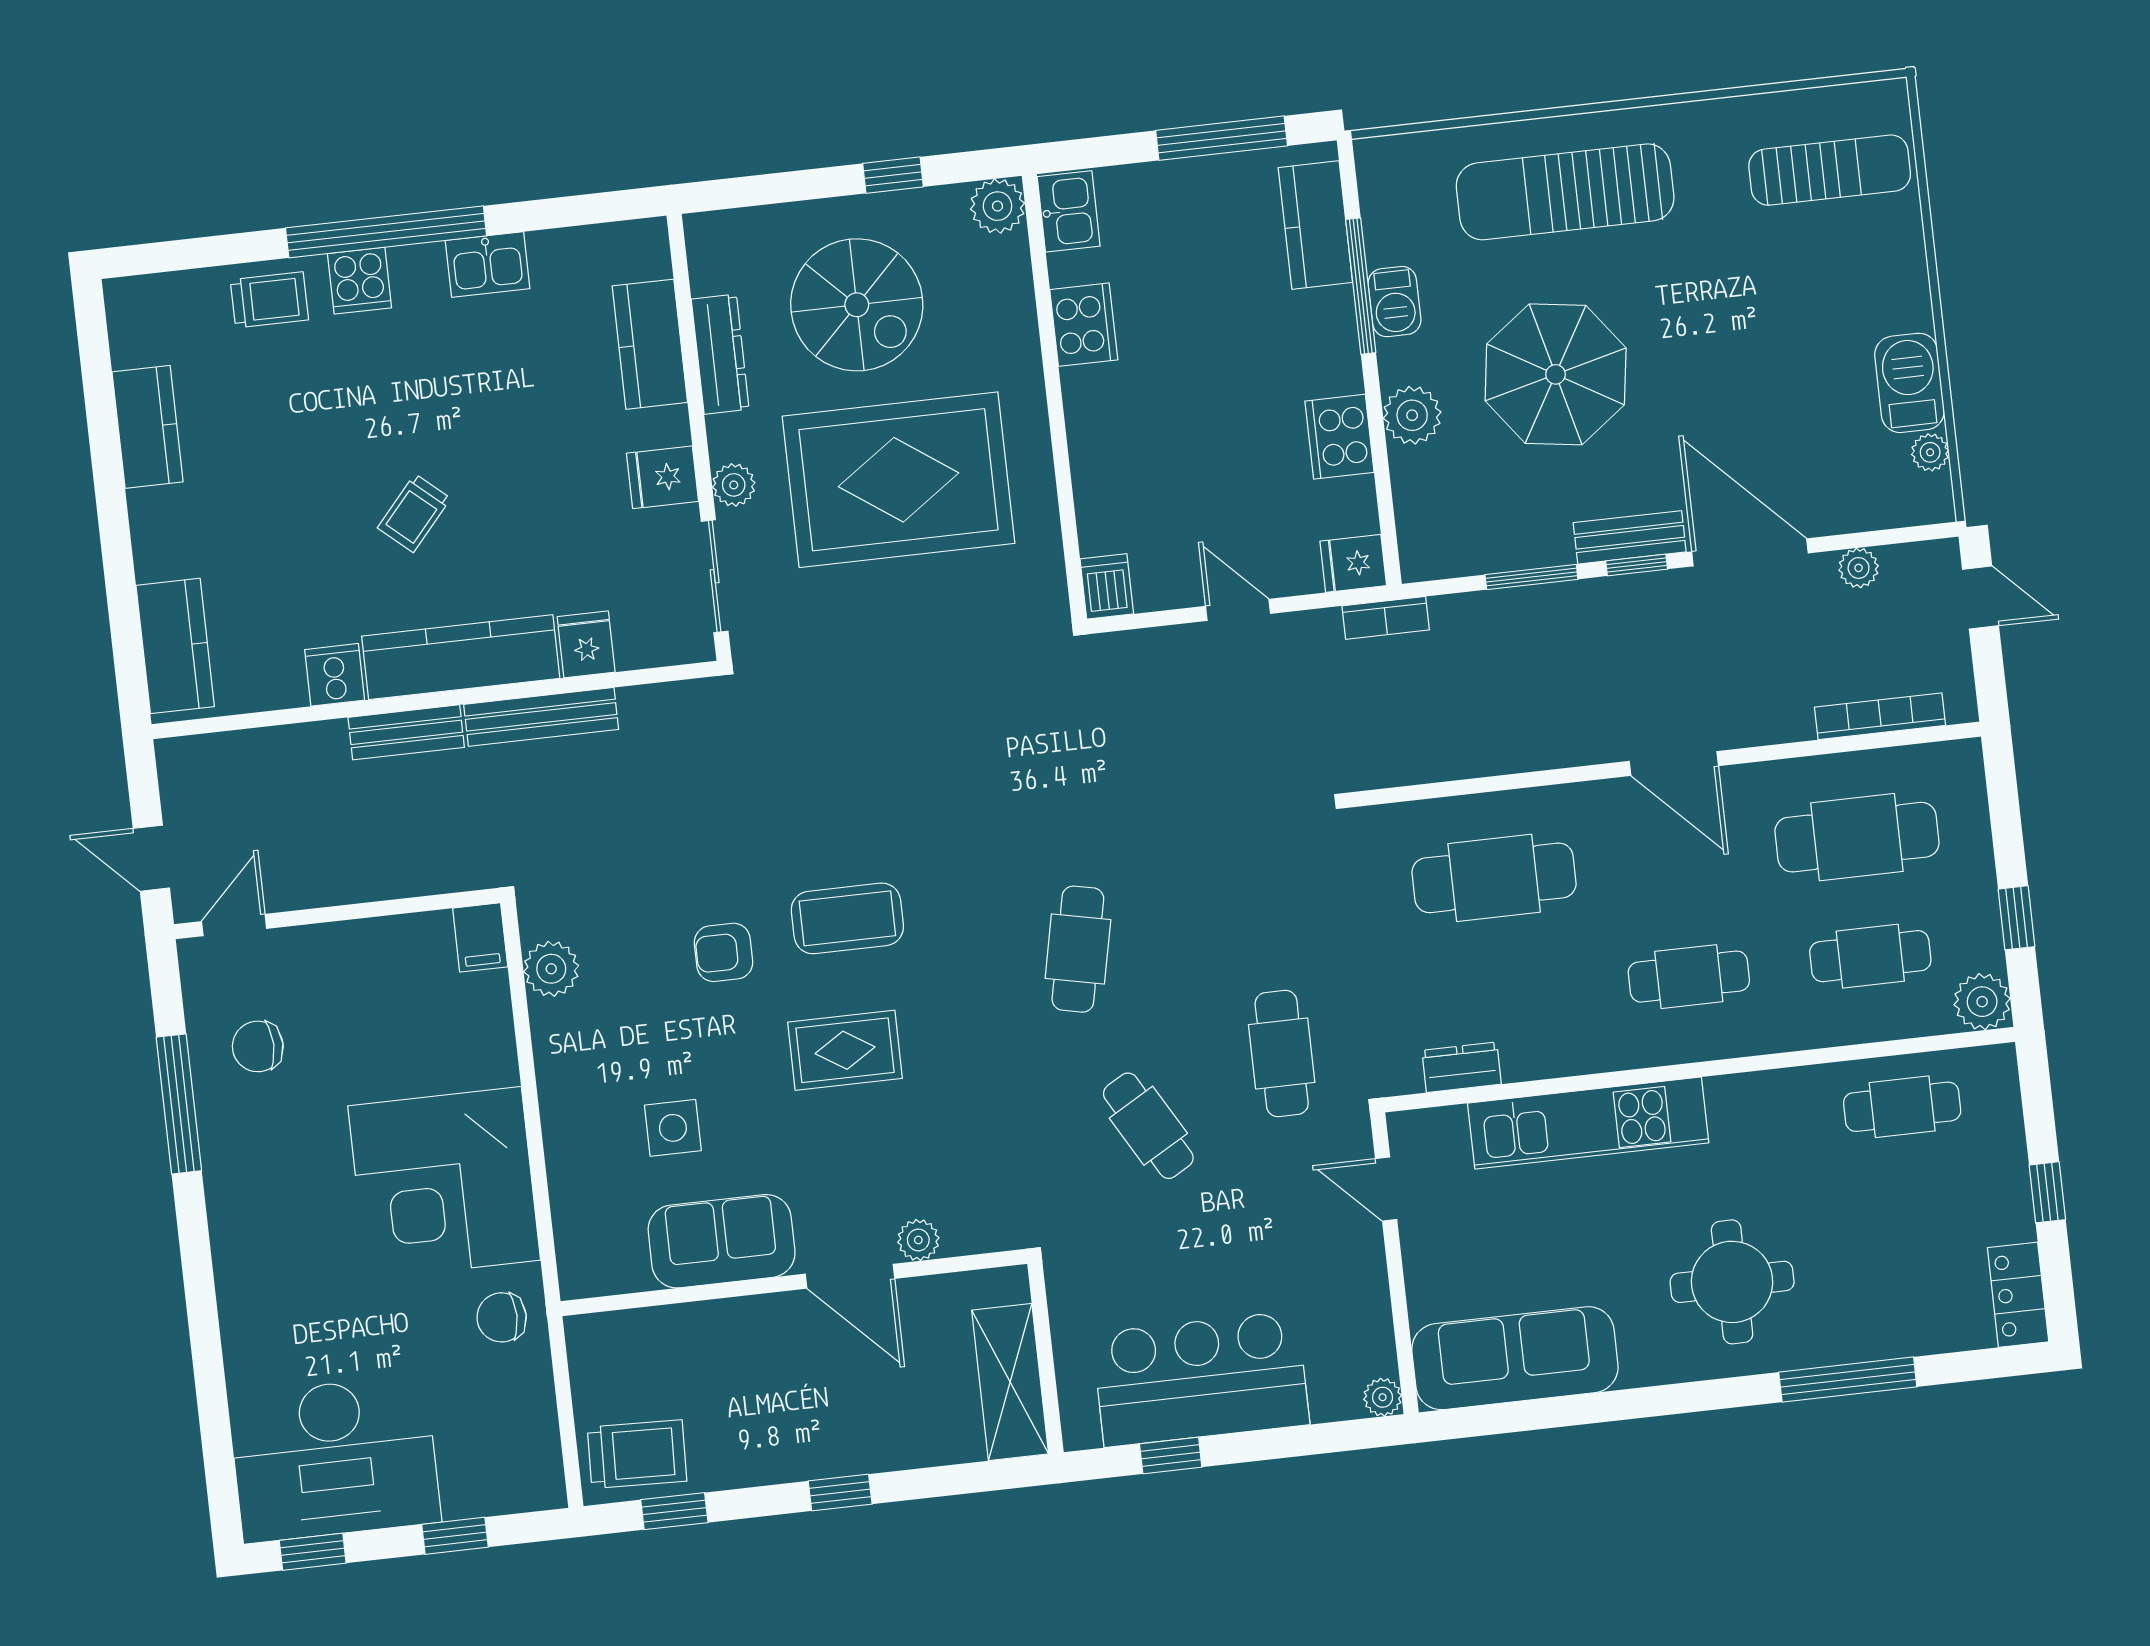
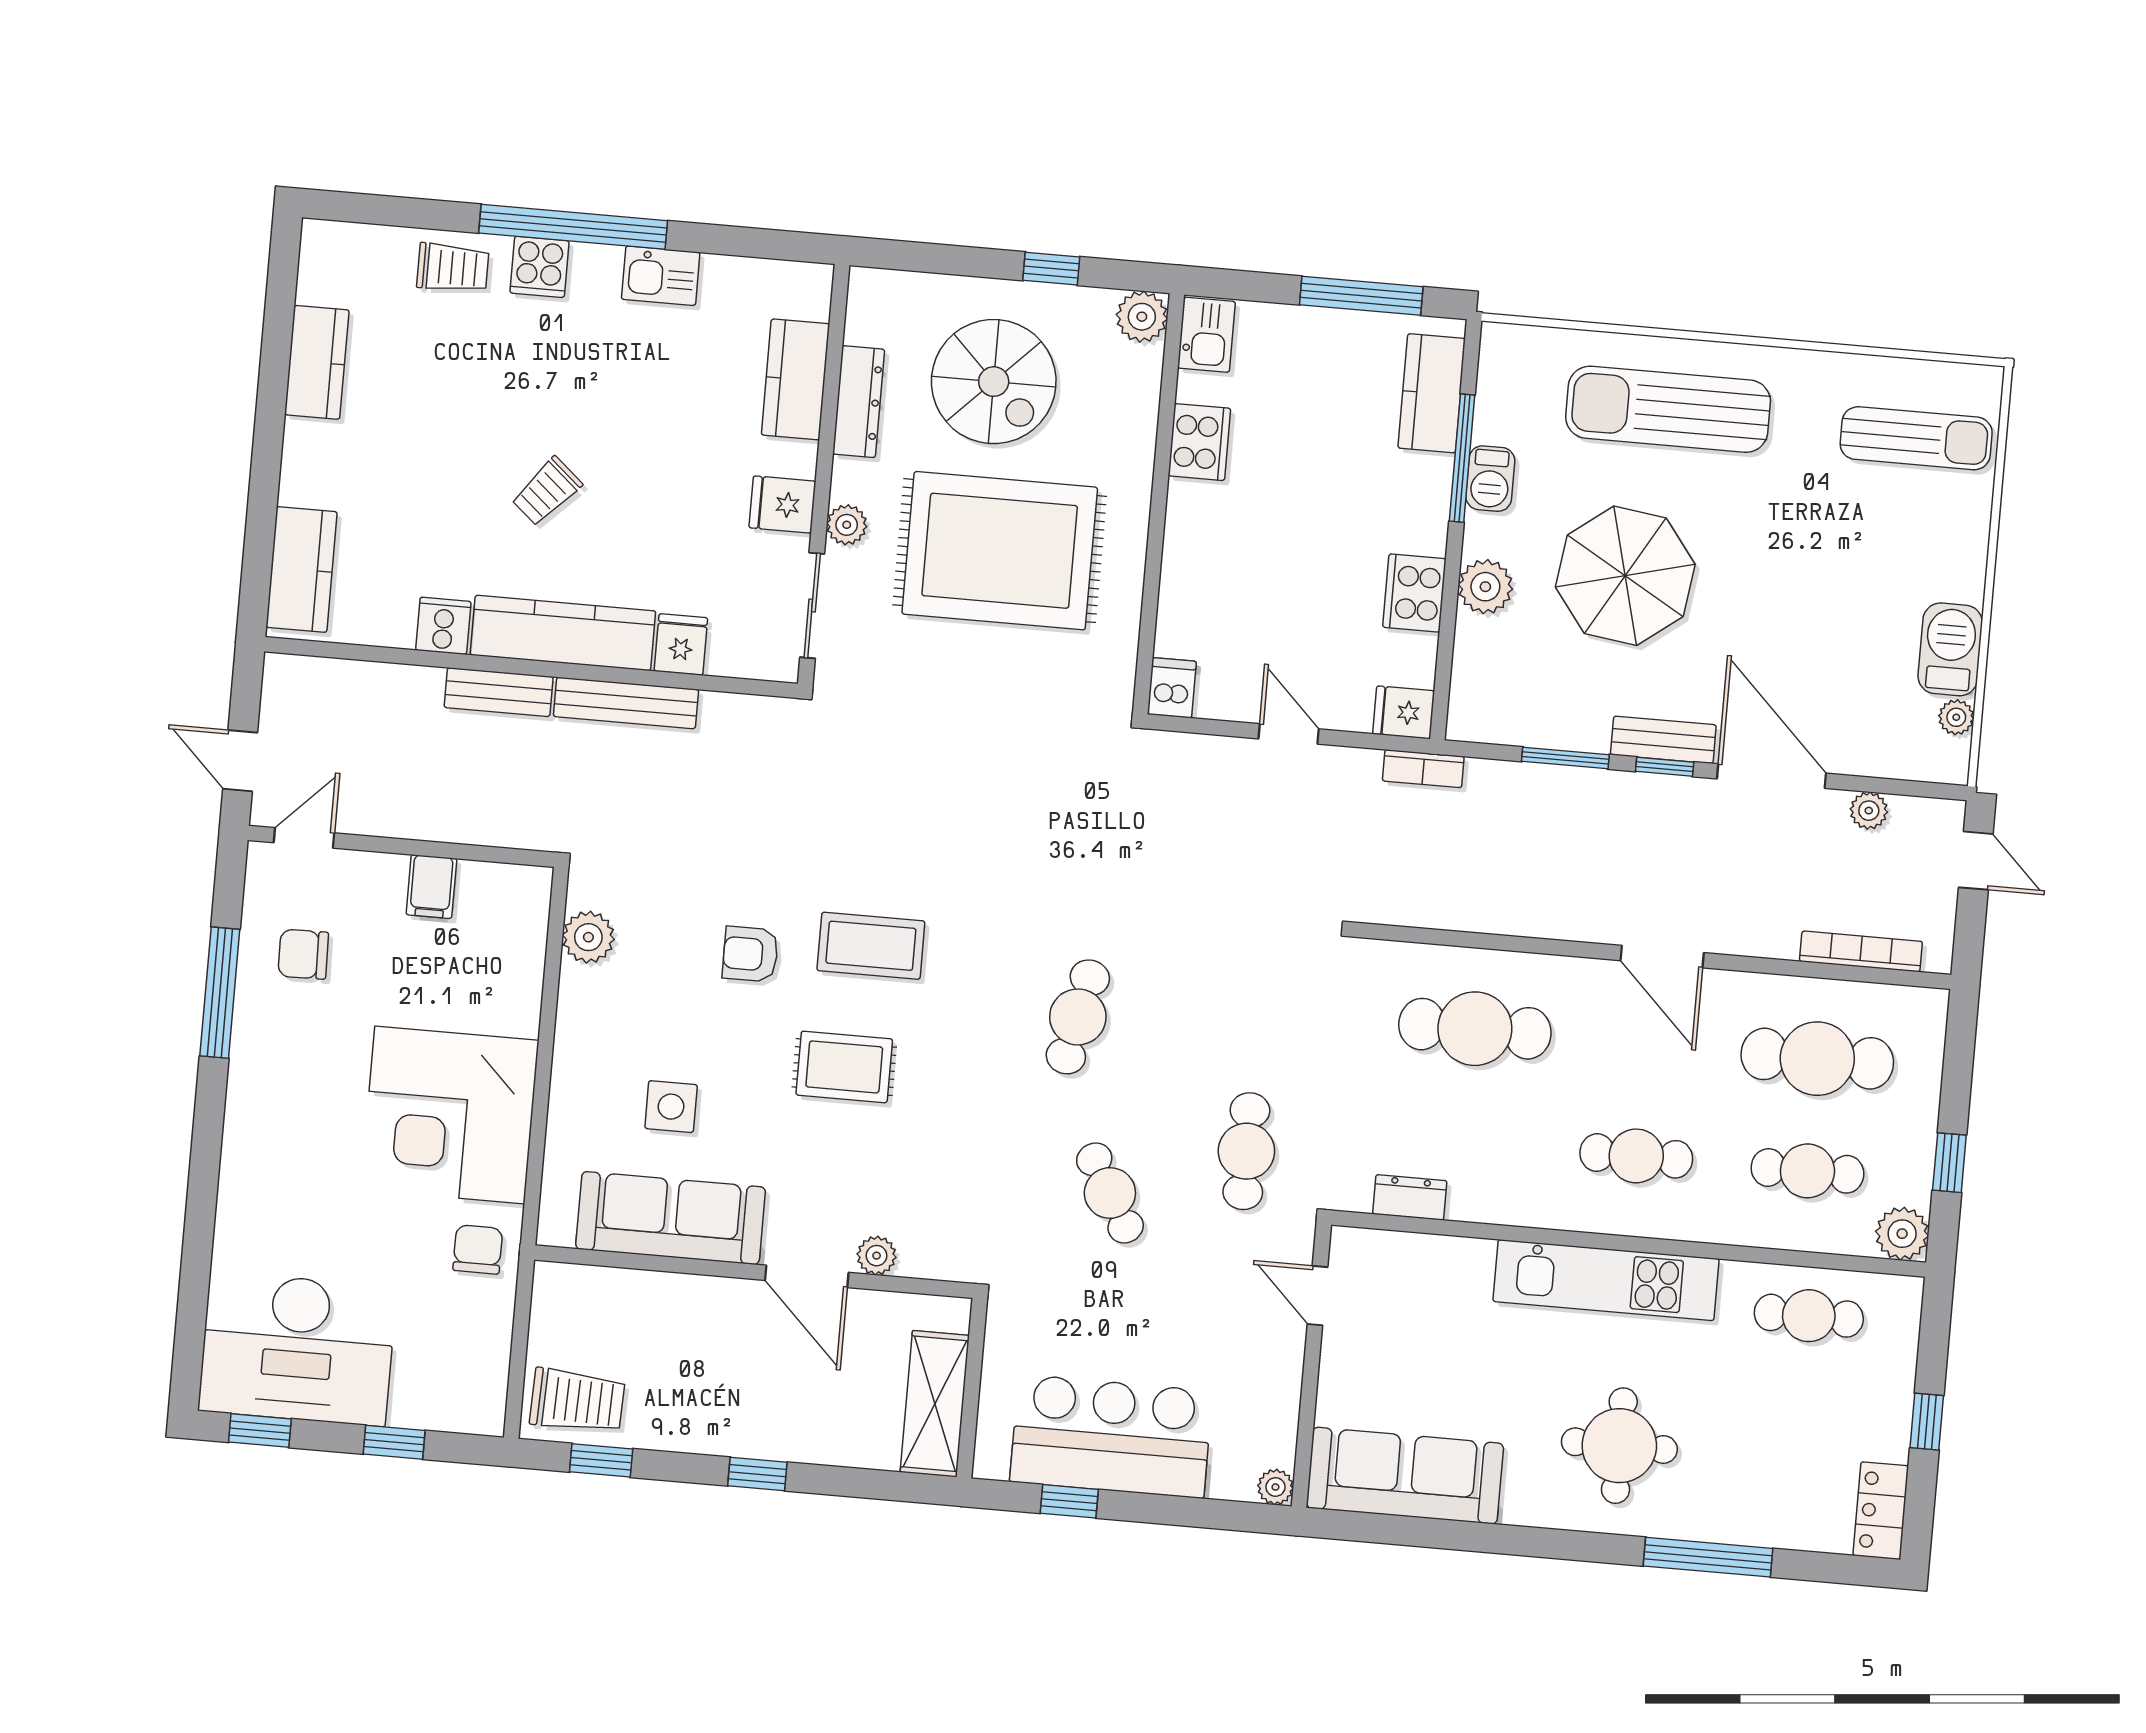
filing cabinet: (480, 937) -> (431, 887), moved
kitchen unit: (1588, 1123) -> (1606, 1280), moved
sofa: (722, 1241) -> (671, 1218), width x1.36
chair: (502, 1317) -> (478, 1249), turned 90

